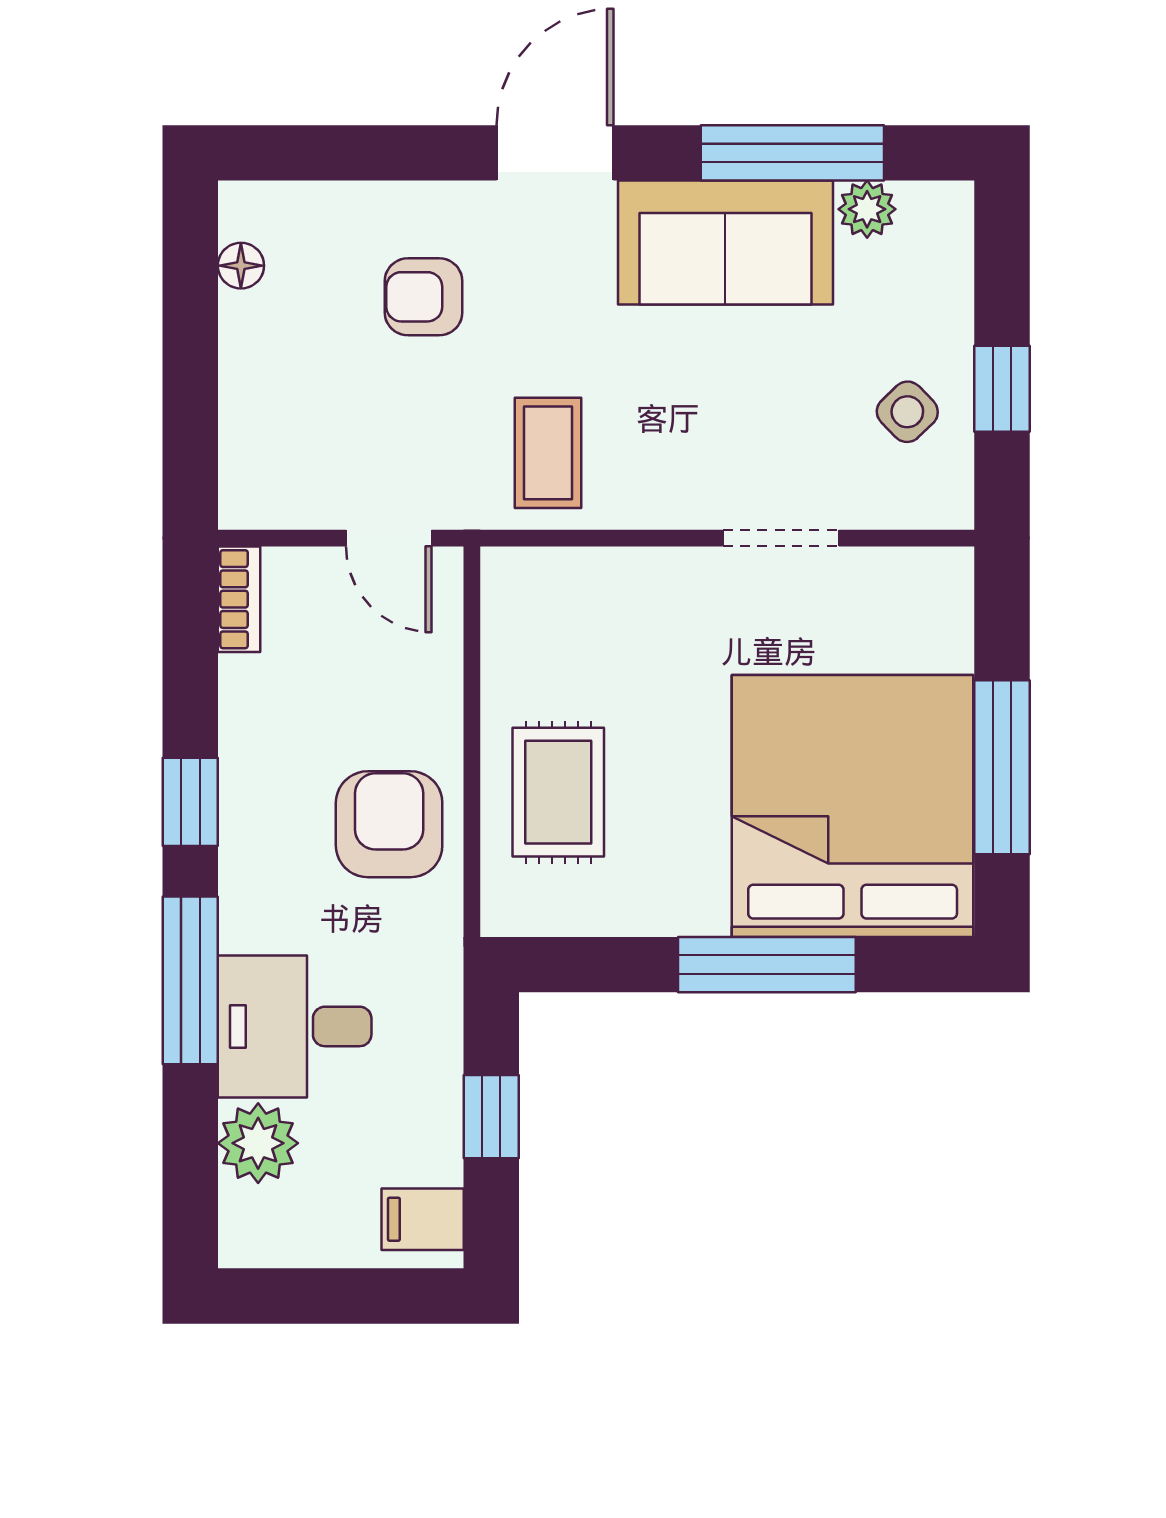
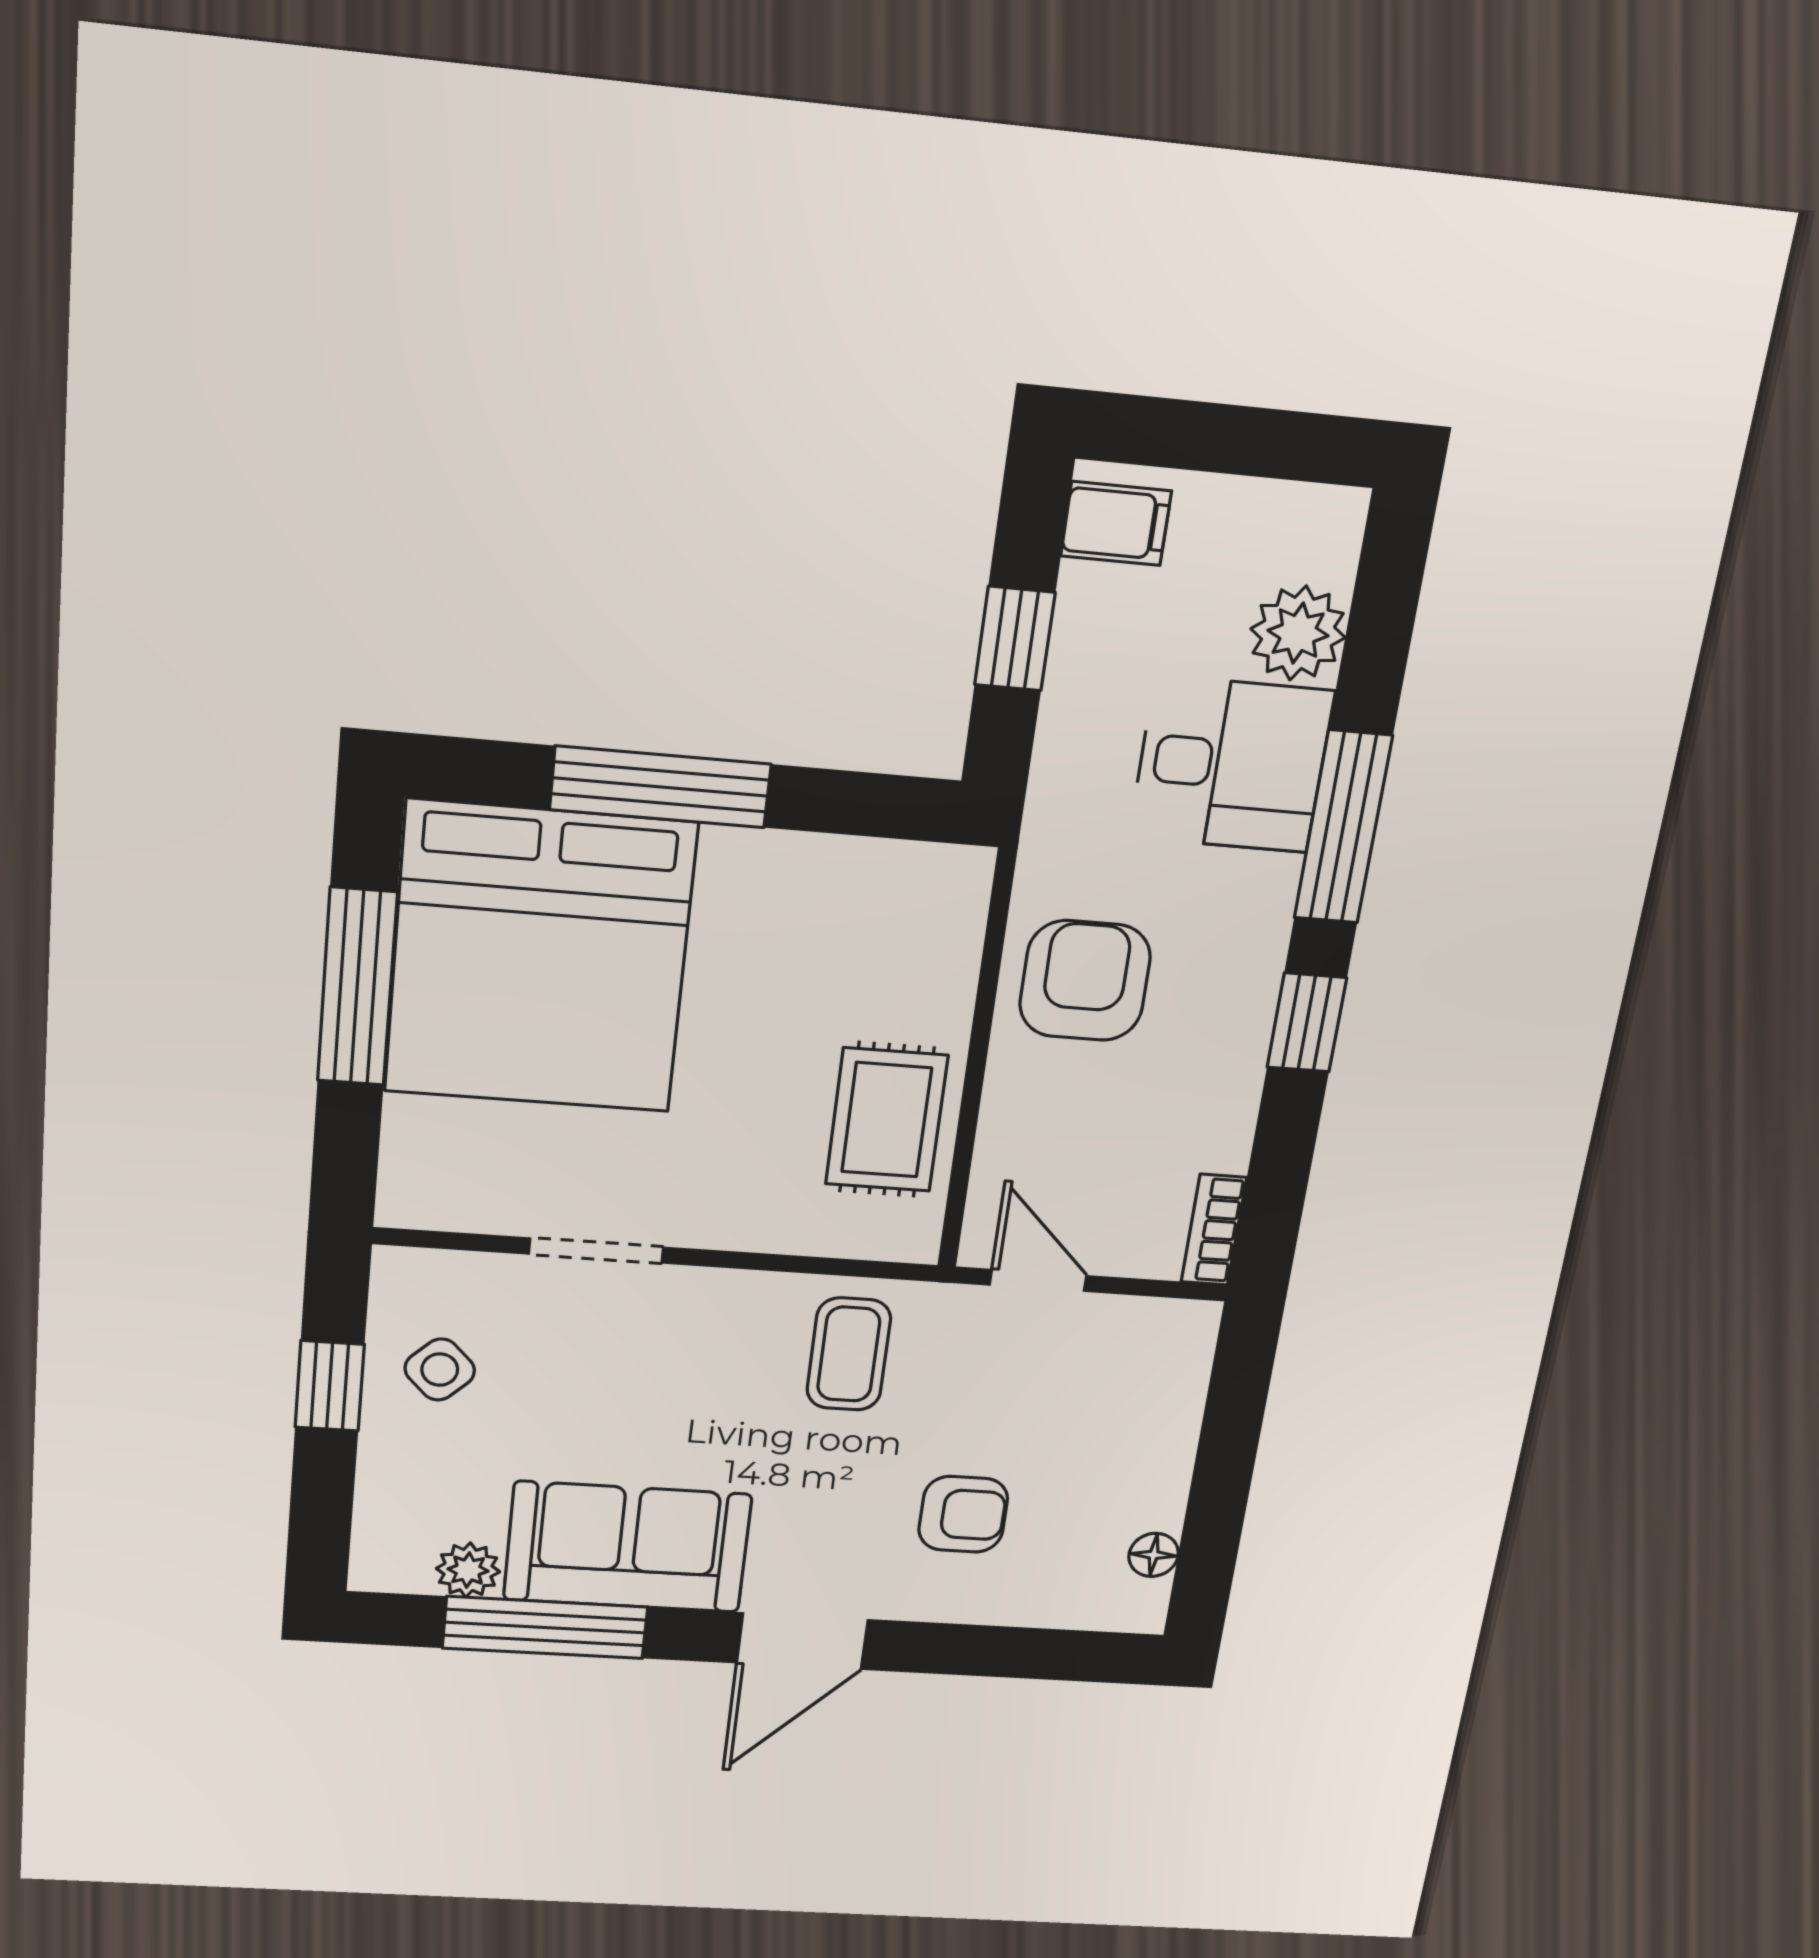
rug: (558, 792) -> (887, 1120), moved
armchair: (389, 824) -> (1085, 981), turned 180

